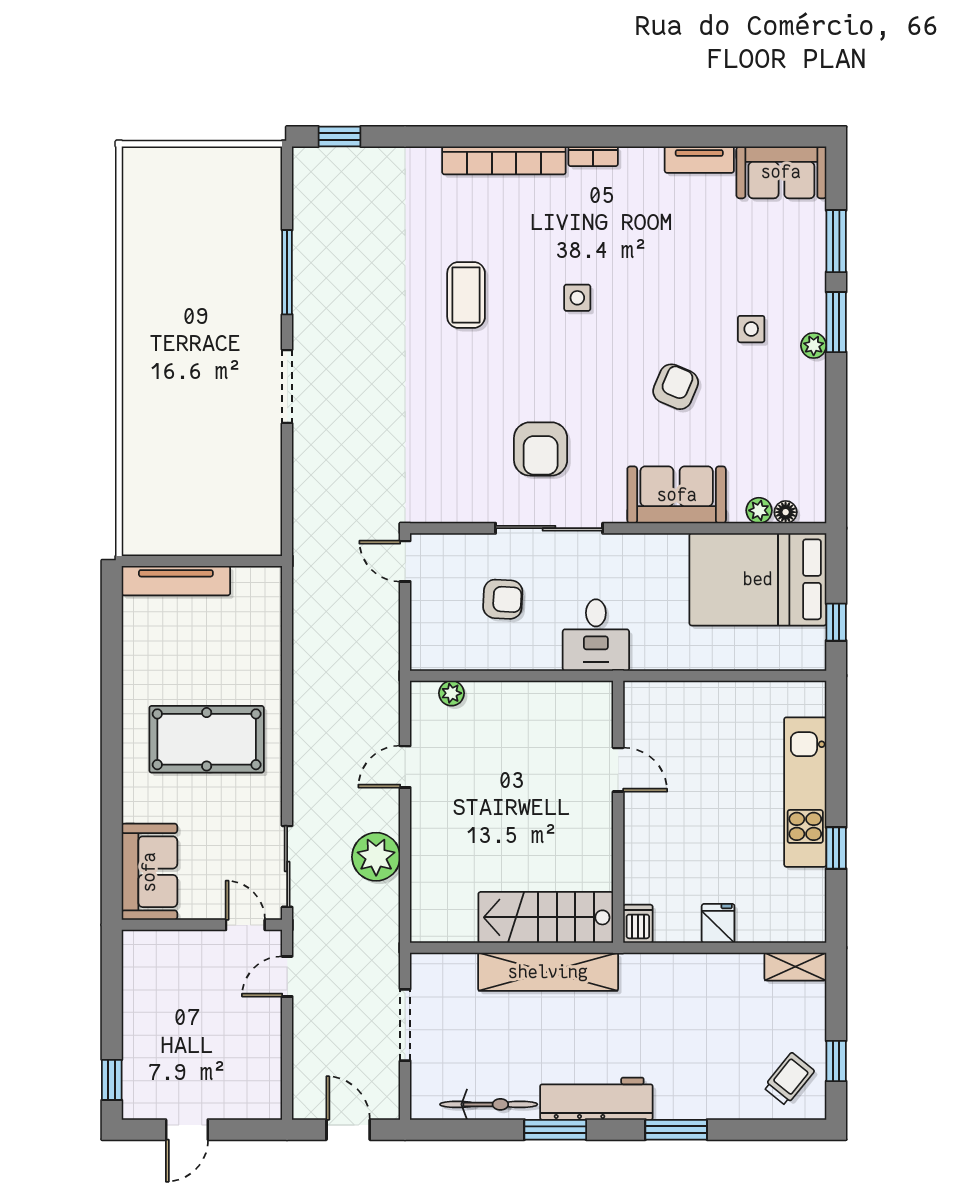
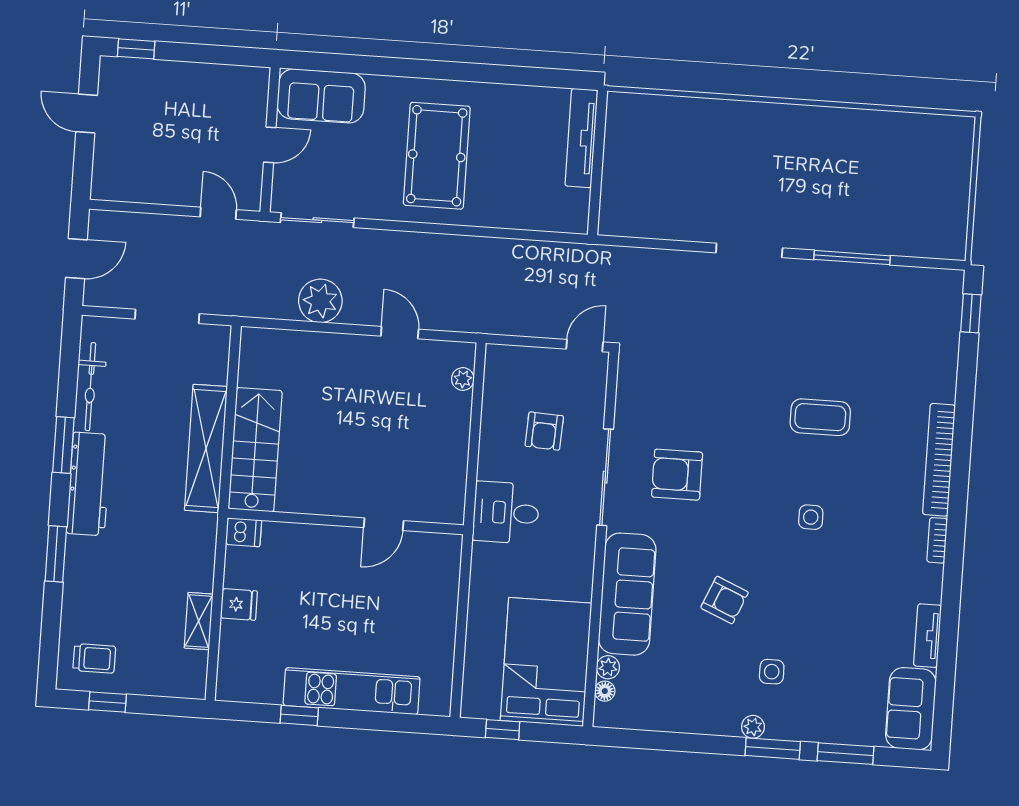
sofa: (677, 495) -> (627, 594), width x1.36
door: (245, 925) -> (270, 145), moved
shelving: (795, 967) -> (199, 621), moved
trolley: (789, 1079) -> (94, 658), turned -39

